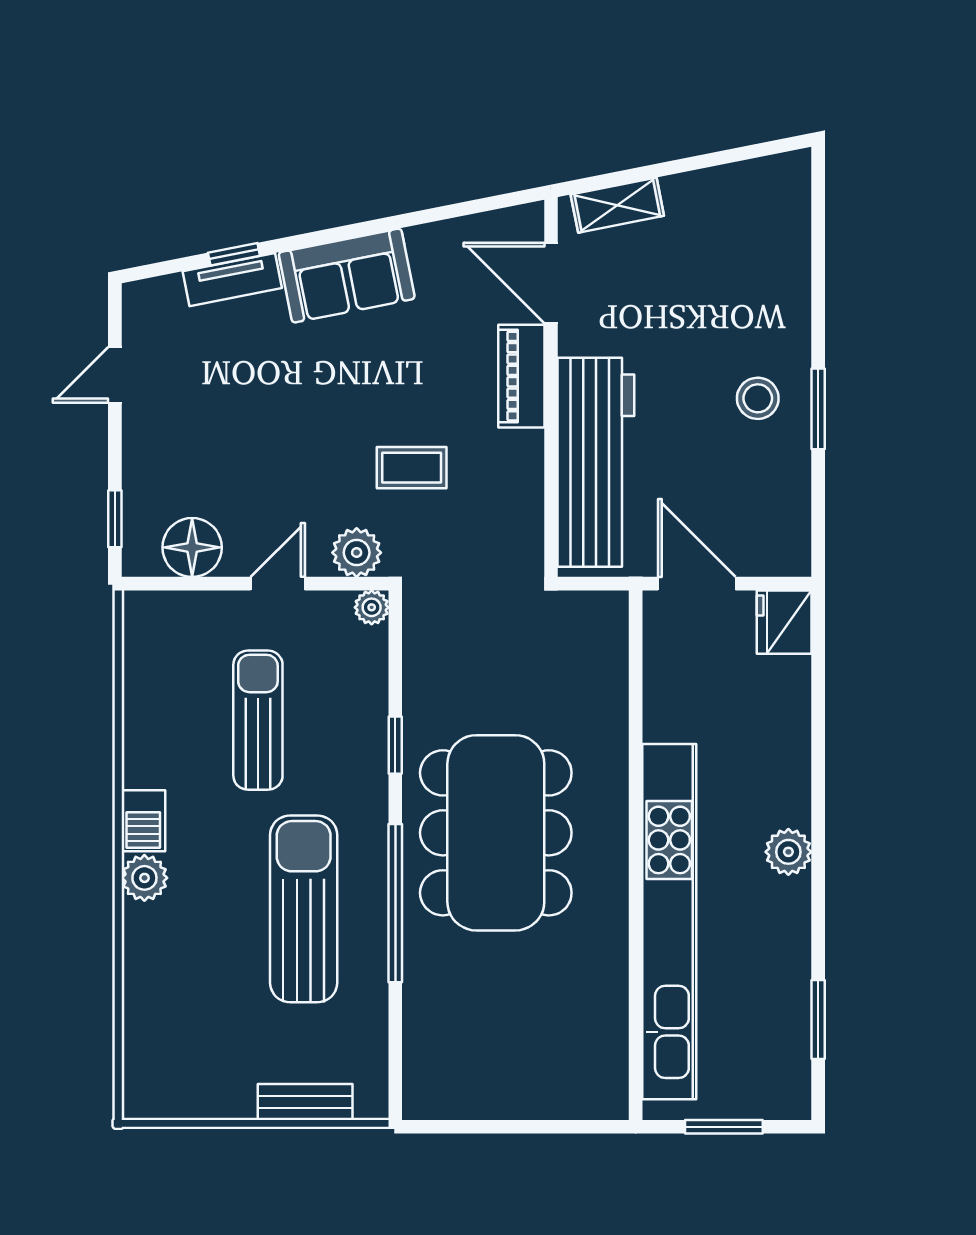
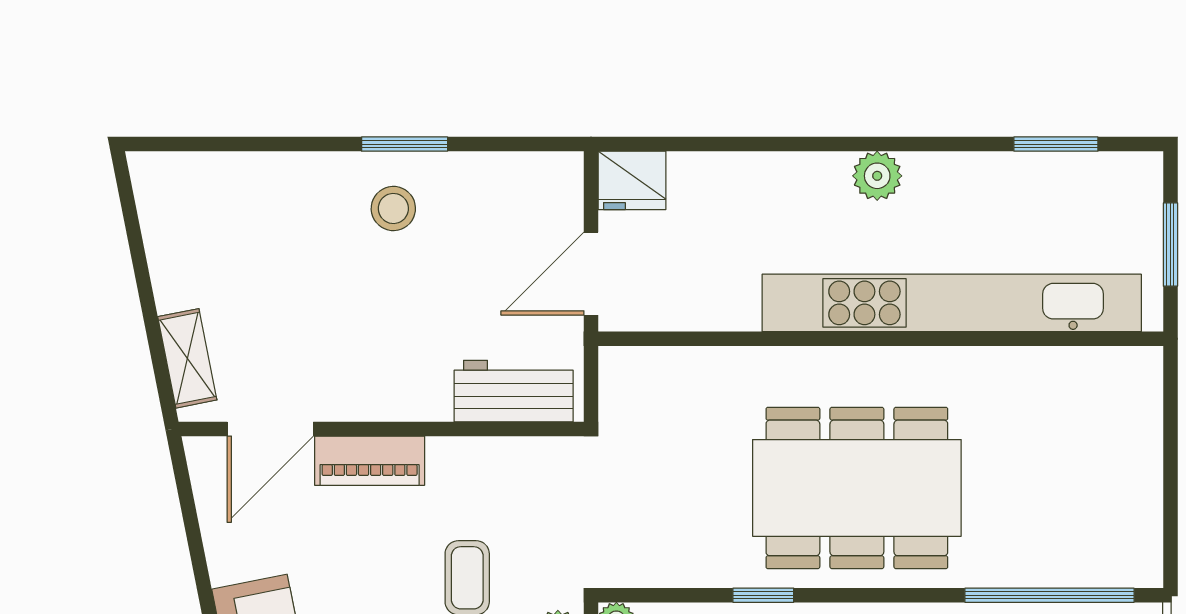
workbench: (596, 462) -> (514, 391), width x0.53, depth x0.76
window: (395, 903) -> (1049, 595), moved

